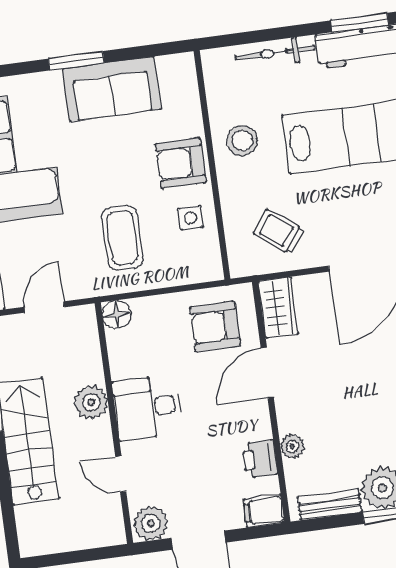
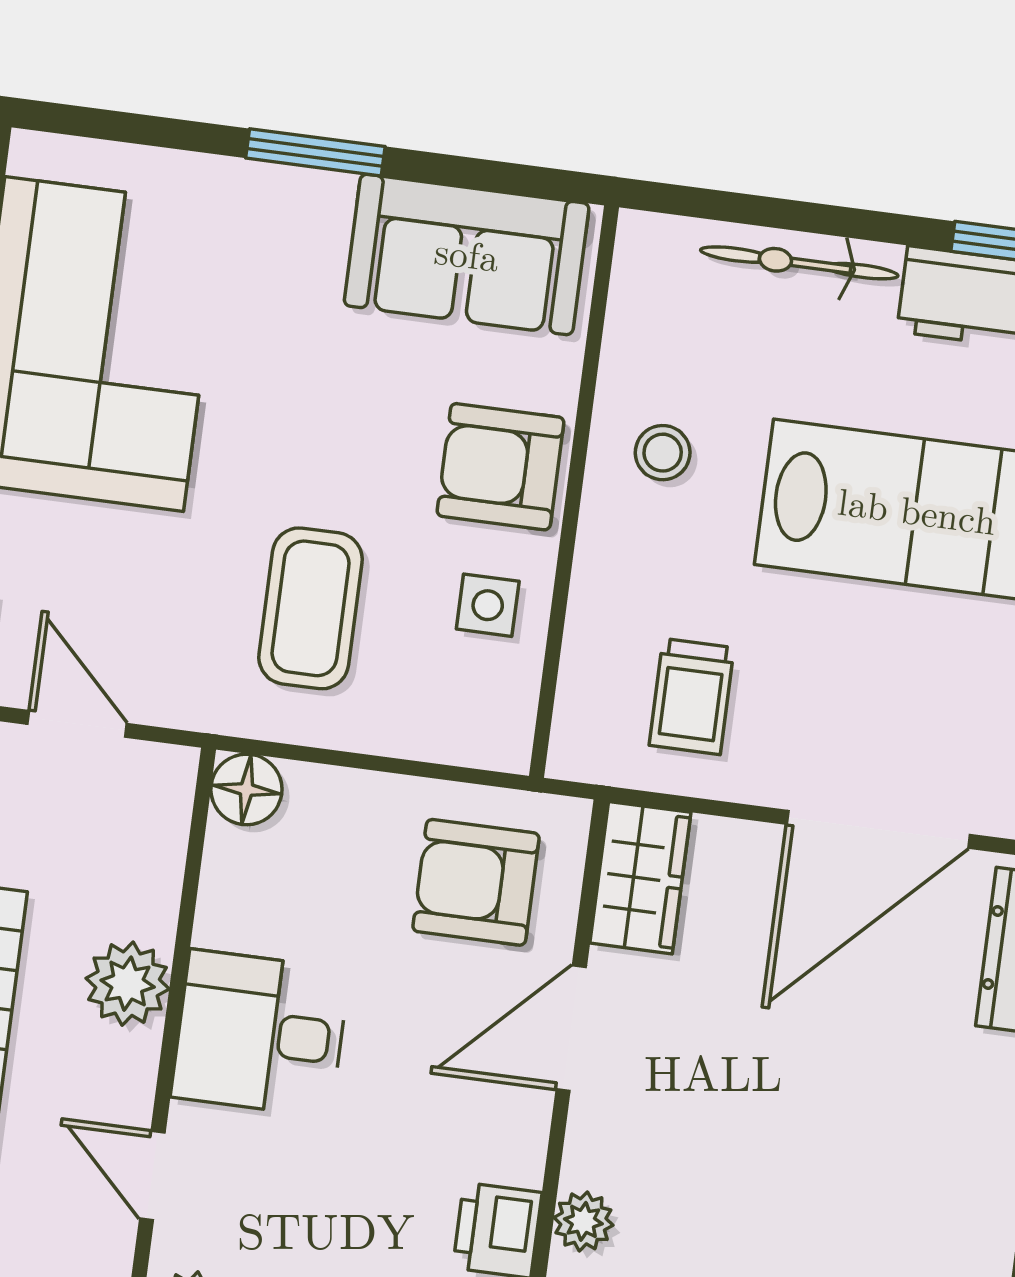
sofa: (112, 89) -> (467, 255), moved
stool: (242, 141) -> (663, 453), width x0.73, depth x0.73
trolley: (279, 232) -> (692, 697), turned -127
door: (44, 307) -> (77, 724), hinge flipped

